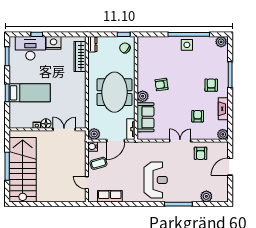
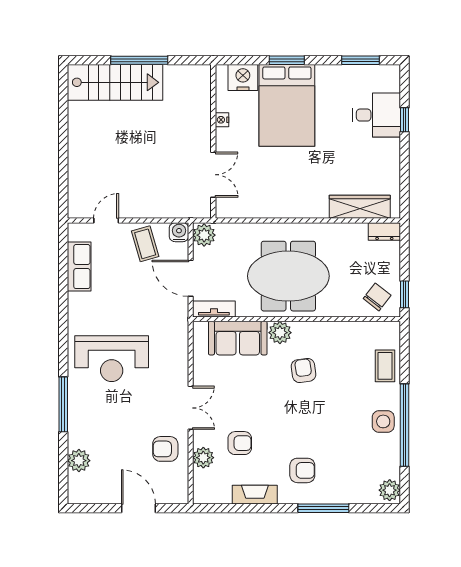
nightstand: (54, 43) -> (243, 77), moved, turned -90
coffee table: (159, 44) -> (385, 366), added
desk: (30, 48) -> (376, 115), width x0.73
bed: (30, 93) -> (287, 105), width x1.50
floor lamp: (46, 124) -> (225, 138), removed
plant: (223, 134) -> (203, 458), moved
stairs: (23, 170) -> (115, 82), width x0.73, depth x0.66

